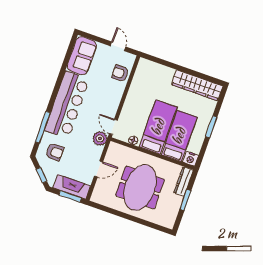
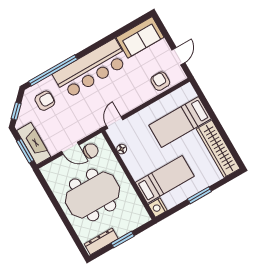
window: (43, 127) -> (53, 70), width x1.46
bed: (158, 127) -> (180, 122), moved, turned 180
plant: (100, 138) -> (94, 123), removed
armchair: (55, 152) -> (45, 101), turned -90
chair: (114, 159) -> (91, 151), added
dresser: (183, 181) -> (101, 241), moved

